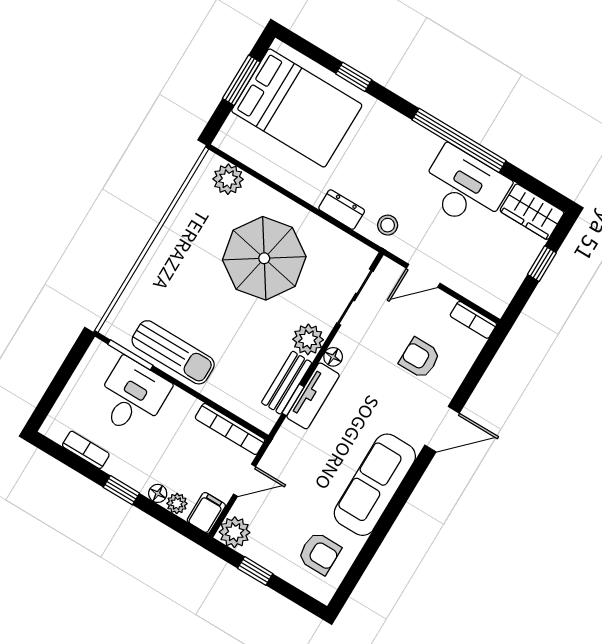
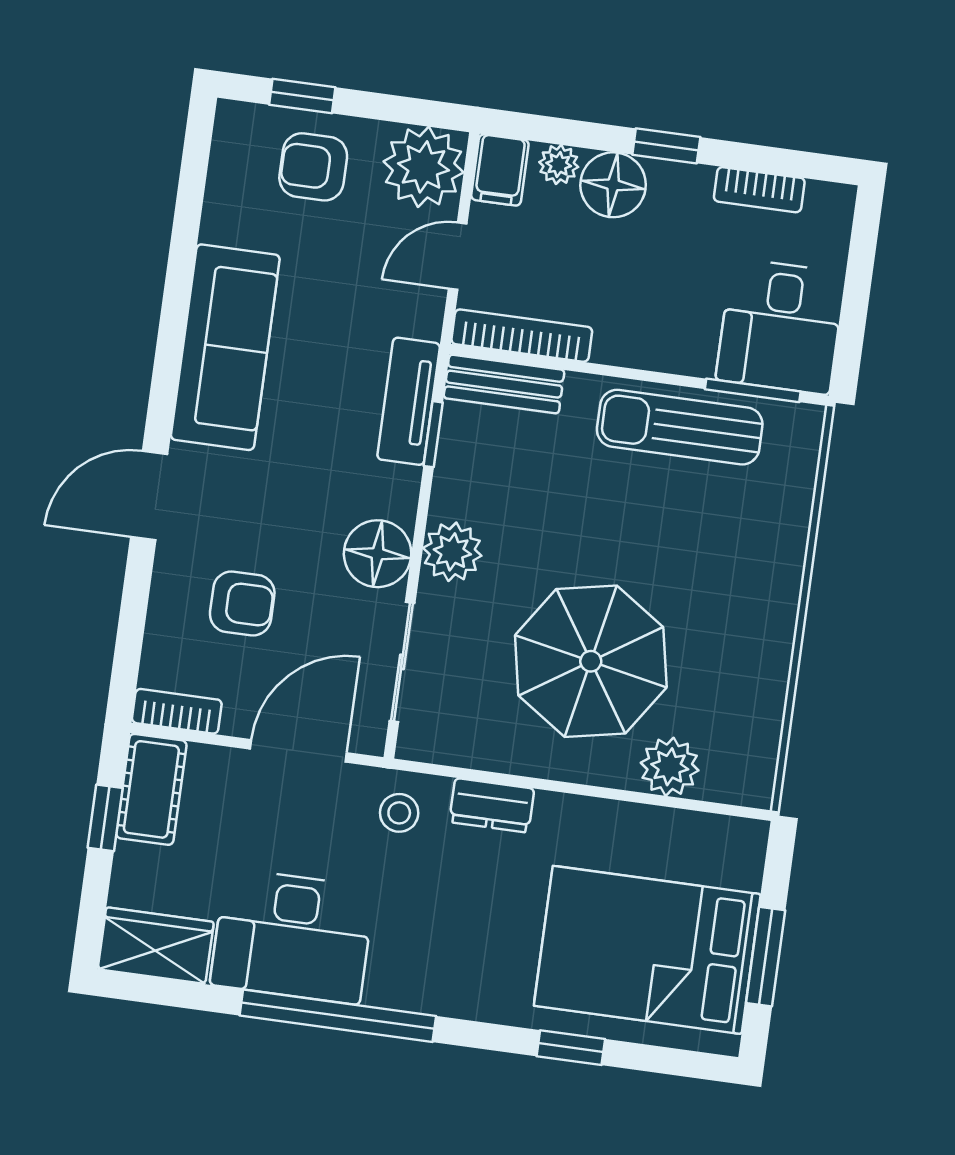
plant: (228, 179) -> (670, 767), moved
window: (542, 264) -> (105, 818), moved
door: (423, 276) -> (298, 751), width x1.38
cot: (502, 288) -> (151, 789), added
floor lamp: (333, 357) -> (378, 554), width x1.89, depth x1.89
bench: (287, 383) -> (504, 384), moved, turned 90
tv unit: (313, 396) -> (409, 401), moved
desk: (132, 397) -> (781, 326), moved
floor lamp: (158, 493) -> (613, 185), width x1.89, depth x1.89
plant: (235, 532) -> (423, 167), width x1.36, depth x1.36
armchair: (319, 553) -> (313, 167), moved
window: (255, 571) -> (302, 96), moved

